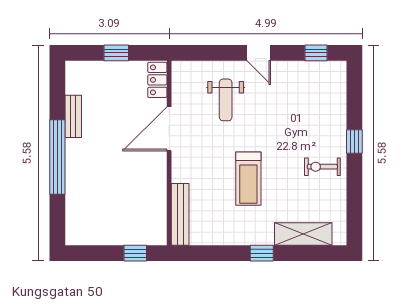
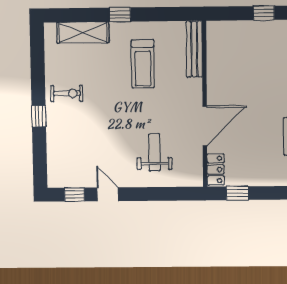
window: (116, 53) -> (237, 193), moved
door: (259, 53) -> (108, 194), moved
treadmill: (248, 179) -> (143, 64), moved, turned 180
window: (135, 253) -> (264, 13), moved

